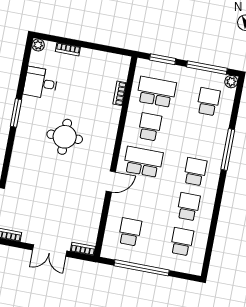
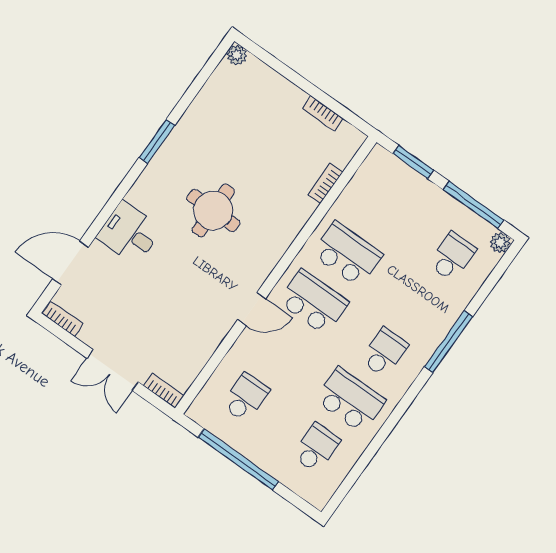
bookcase: (68, 49) -> (323, 113), moved
desk: (41, 83) -> (129, 233), moved
school desk: (156, 92) -> (381, 206), removed
school desk: (150, 127) -> (347, 254), width x1.85
school desk: (188, 207) -> (350, 400), width x1.85

